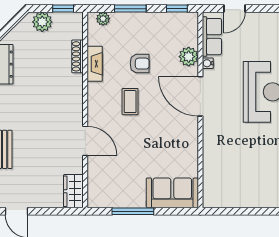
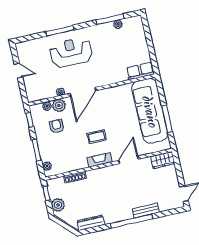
door: (234, 9) -> (18, 71), moved
row of seats: (212, 37) -> (140, 71), moved
plant: (192, 39) -> (47, 106), added
fireplace: (95, 64) -> (99, 160), moved
armchair: (140, 64) -> (57, 126), moved
sofa: (172, 193) -> (150, 111), width x1.85, depth x1.27

